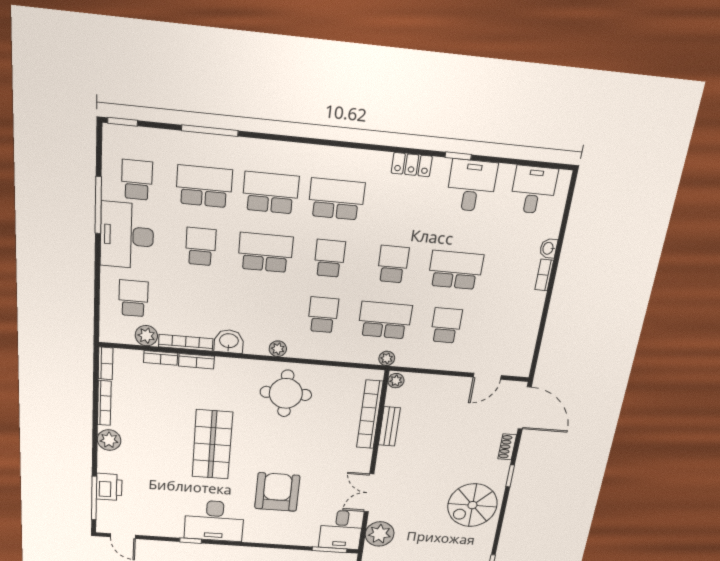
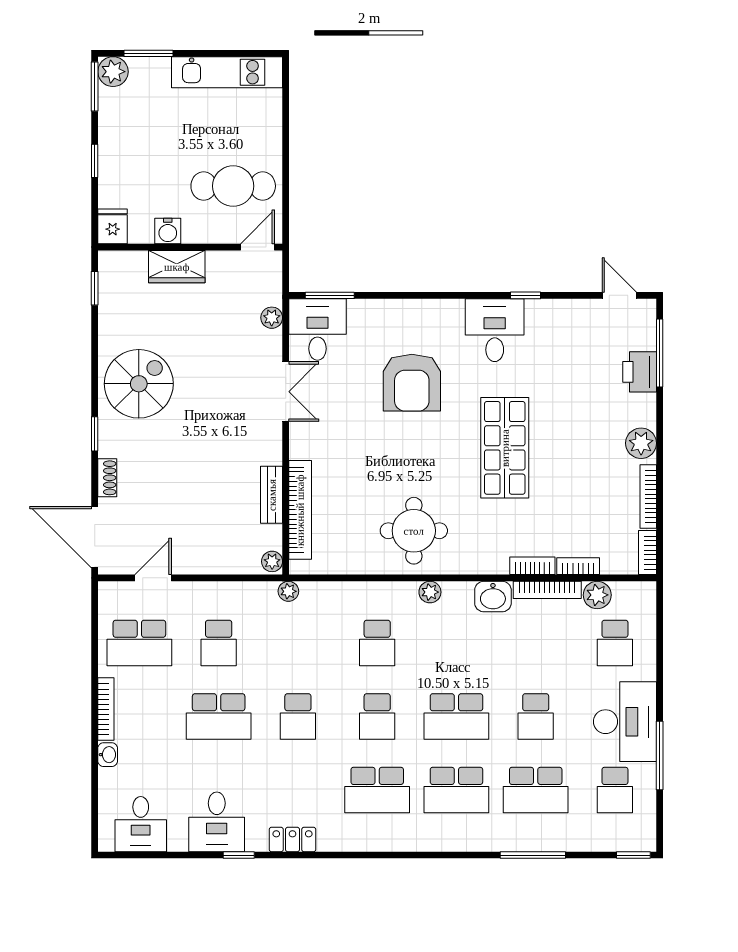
bookcase: (544, 275) -> (106, 709), width x1.56
school desk: (385, 320) -> (139, 643), moved
desk: (214, 521) -> (495, 330), width x0.73
plant: (380, 534) -> (272, 318), width x0.53, depth x0.53

